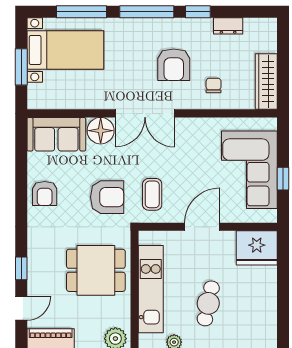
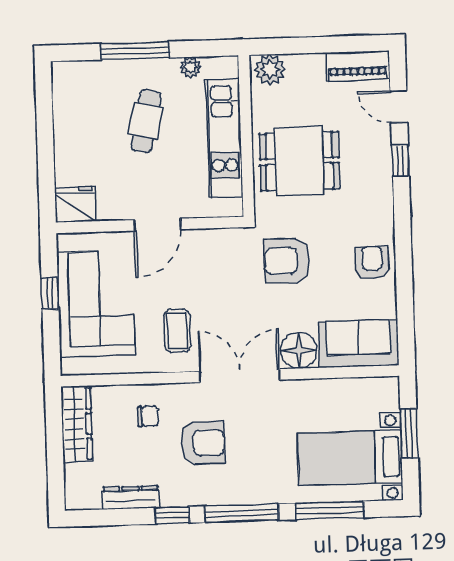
dresser: (228, 26) -> (131, 498), width x1.44
armchair: (174, 65) -> (203, 443), turned 90
chair: (214, 85) -> (148, 416), turned -90
coffee table: (152, 194) -> (177, 331), moved
fridge: (257, 248) -> (75, 204), width x0.73, depth x0.75
door: (21, 308) -> (399, 107), hinge flipped

